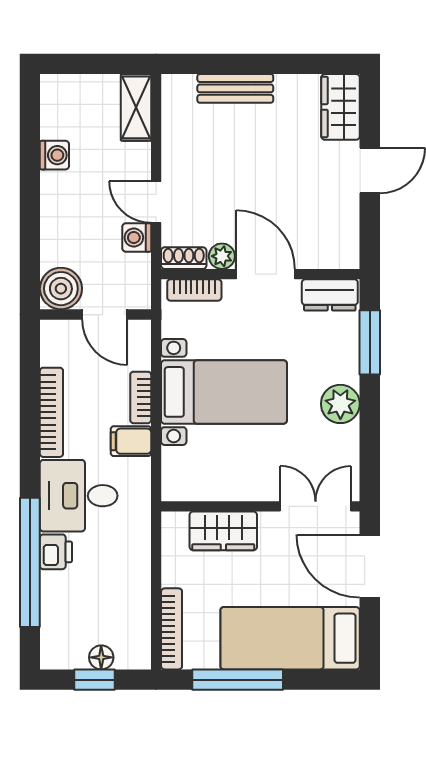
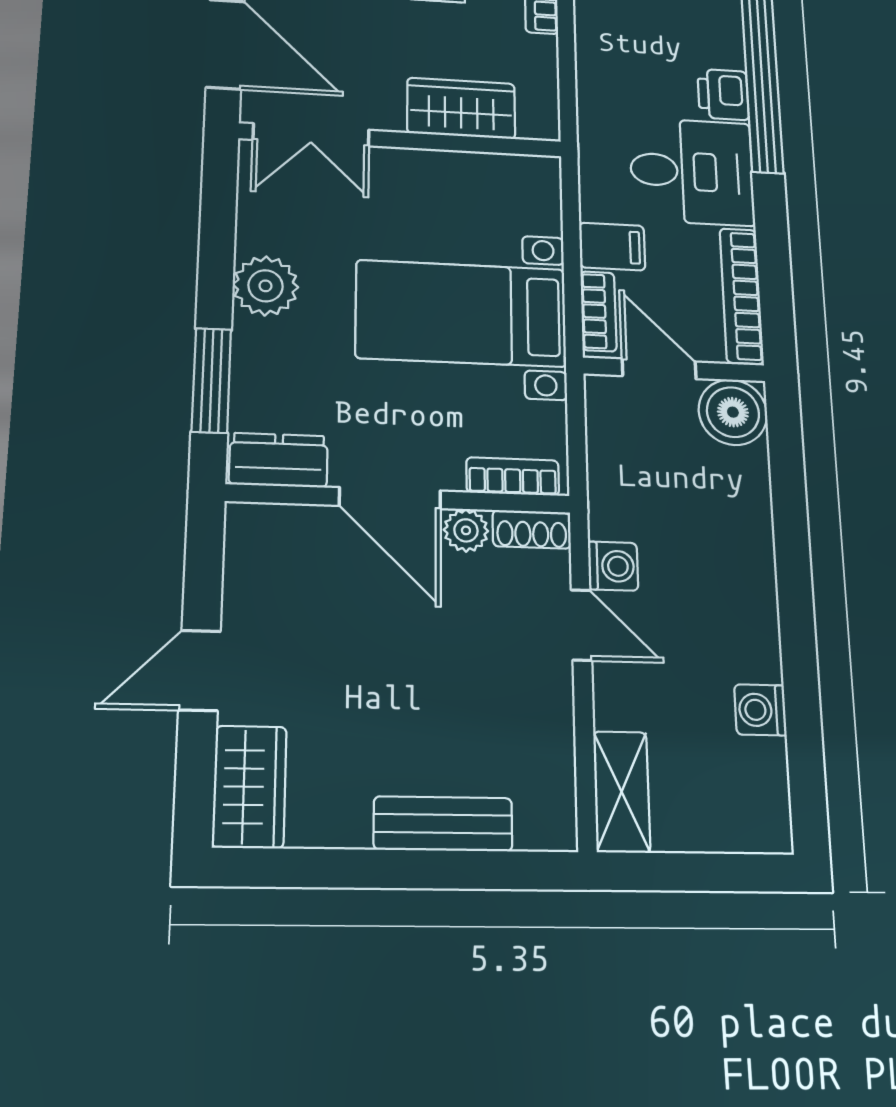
boiler: (61, 289) -> (733, 412), moved
wall: (96, 315) -> (674, 369), moved
door: (105, 315) -> (659, 369), moved

